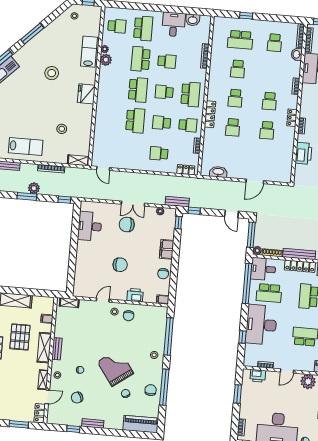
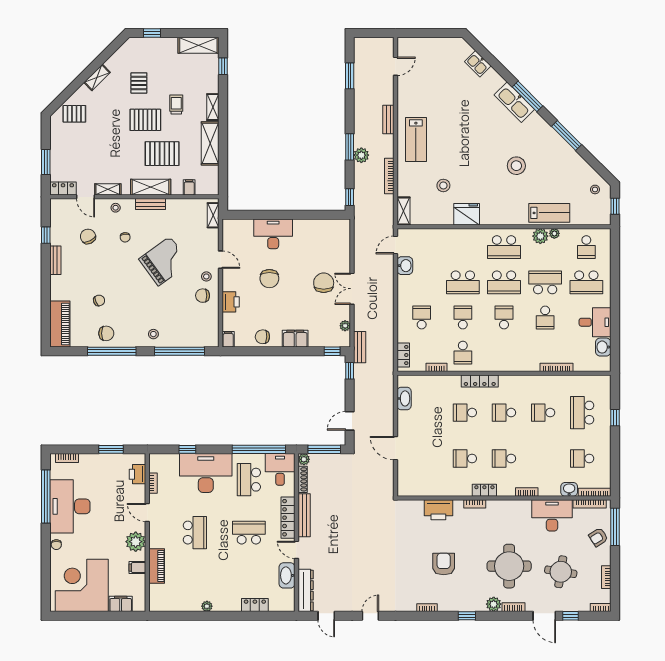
fridge: (86, 94) -> (467, 214), moved
school desk: (190, 94) -> (504, 247), moved
washbasin: (119, 163) -> (405, 266), added
desk: (90, 226) -> (273, 234), moved
grand piano: (115, 368) -> (164, 261), moved

